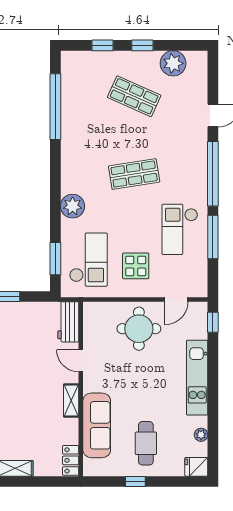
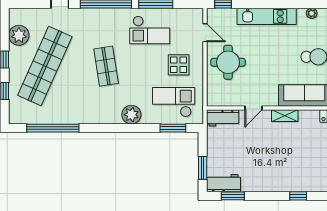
shop shelf: (134, 96) -> (45, 66), width x2.00, depth x1.36

